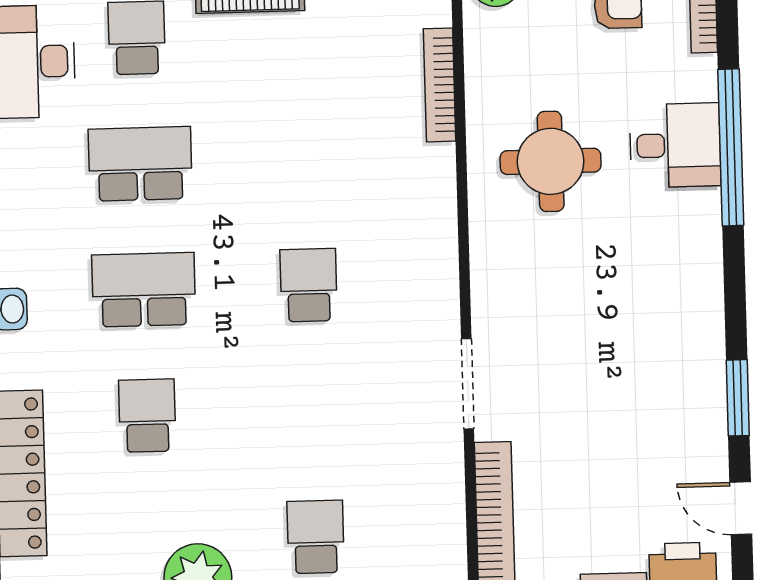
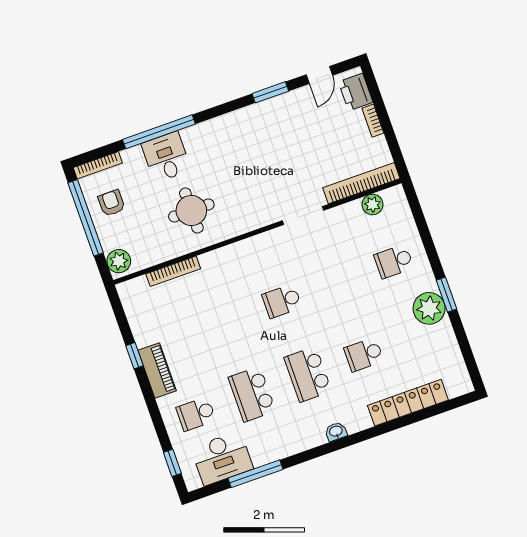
plant: (445, 531) -> (372, 204), added

